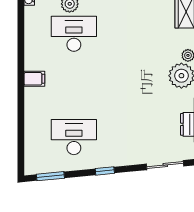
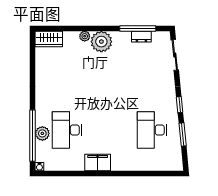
filing cabinet: (34, 79) -> (98, 162), width x2.00
window: (50, 176) -> (183, 135), moved

